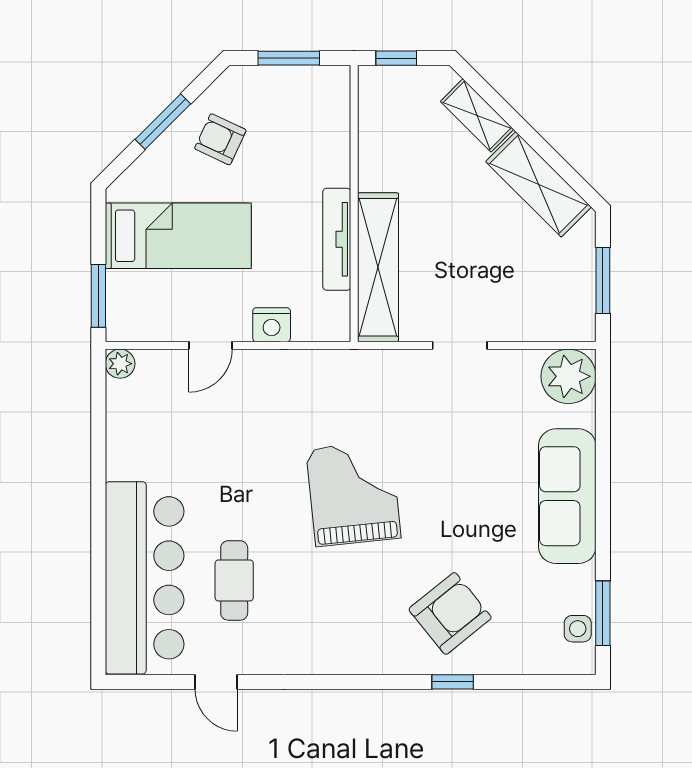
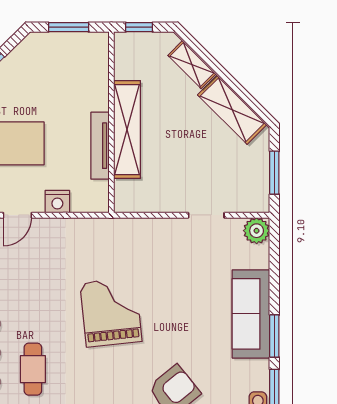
armchair: (220, 139) -> (24, 80), removed
shelving: (378, 267) -> (127, 130), moved
doorway: (460, 345) -> (206, 215), moved
plant: (568, 376) -> (257, 231), width x0.73, depth x0.73
window: (603, 530) -> (274, 336), added

